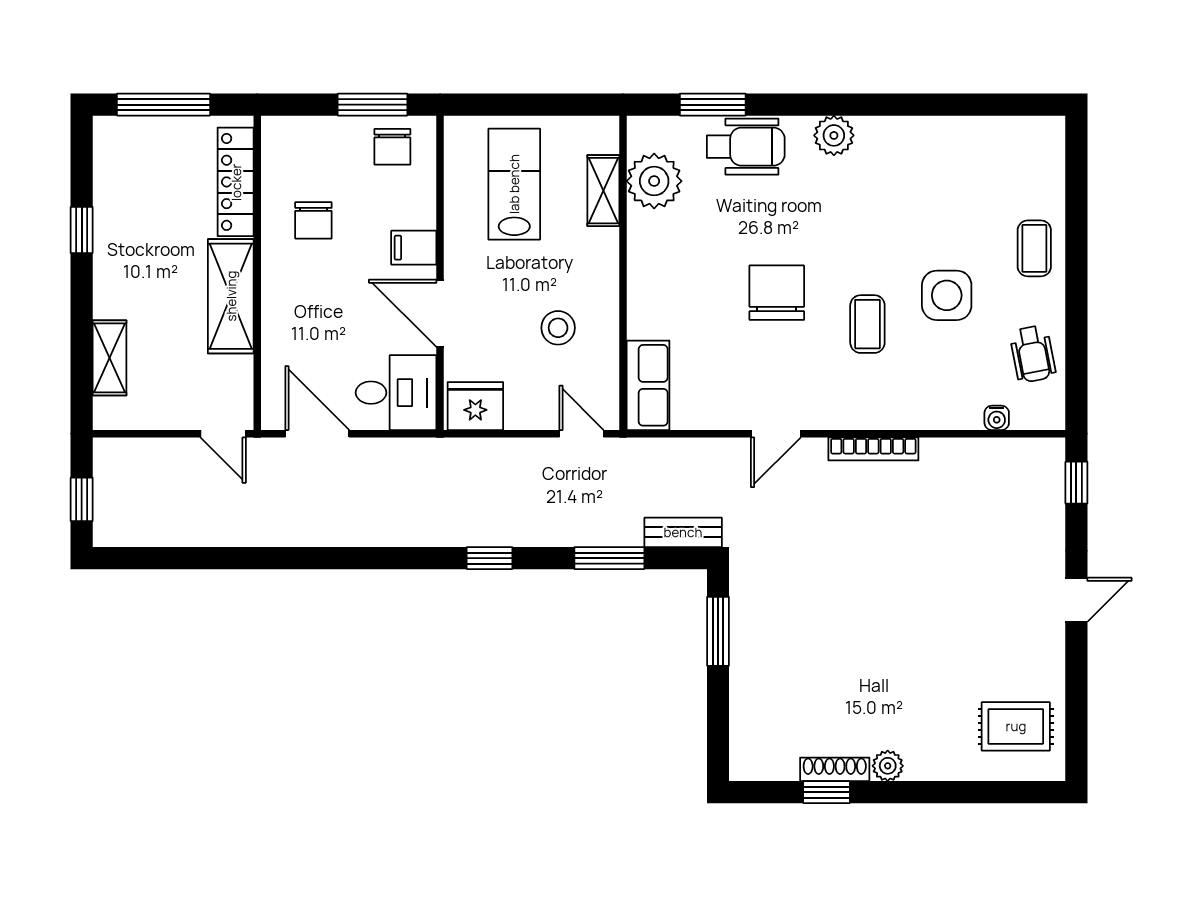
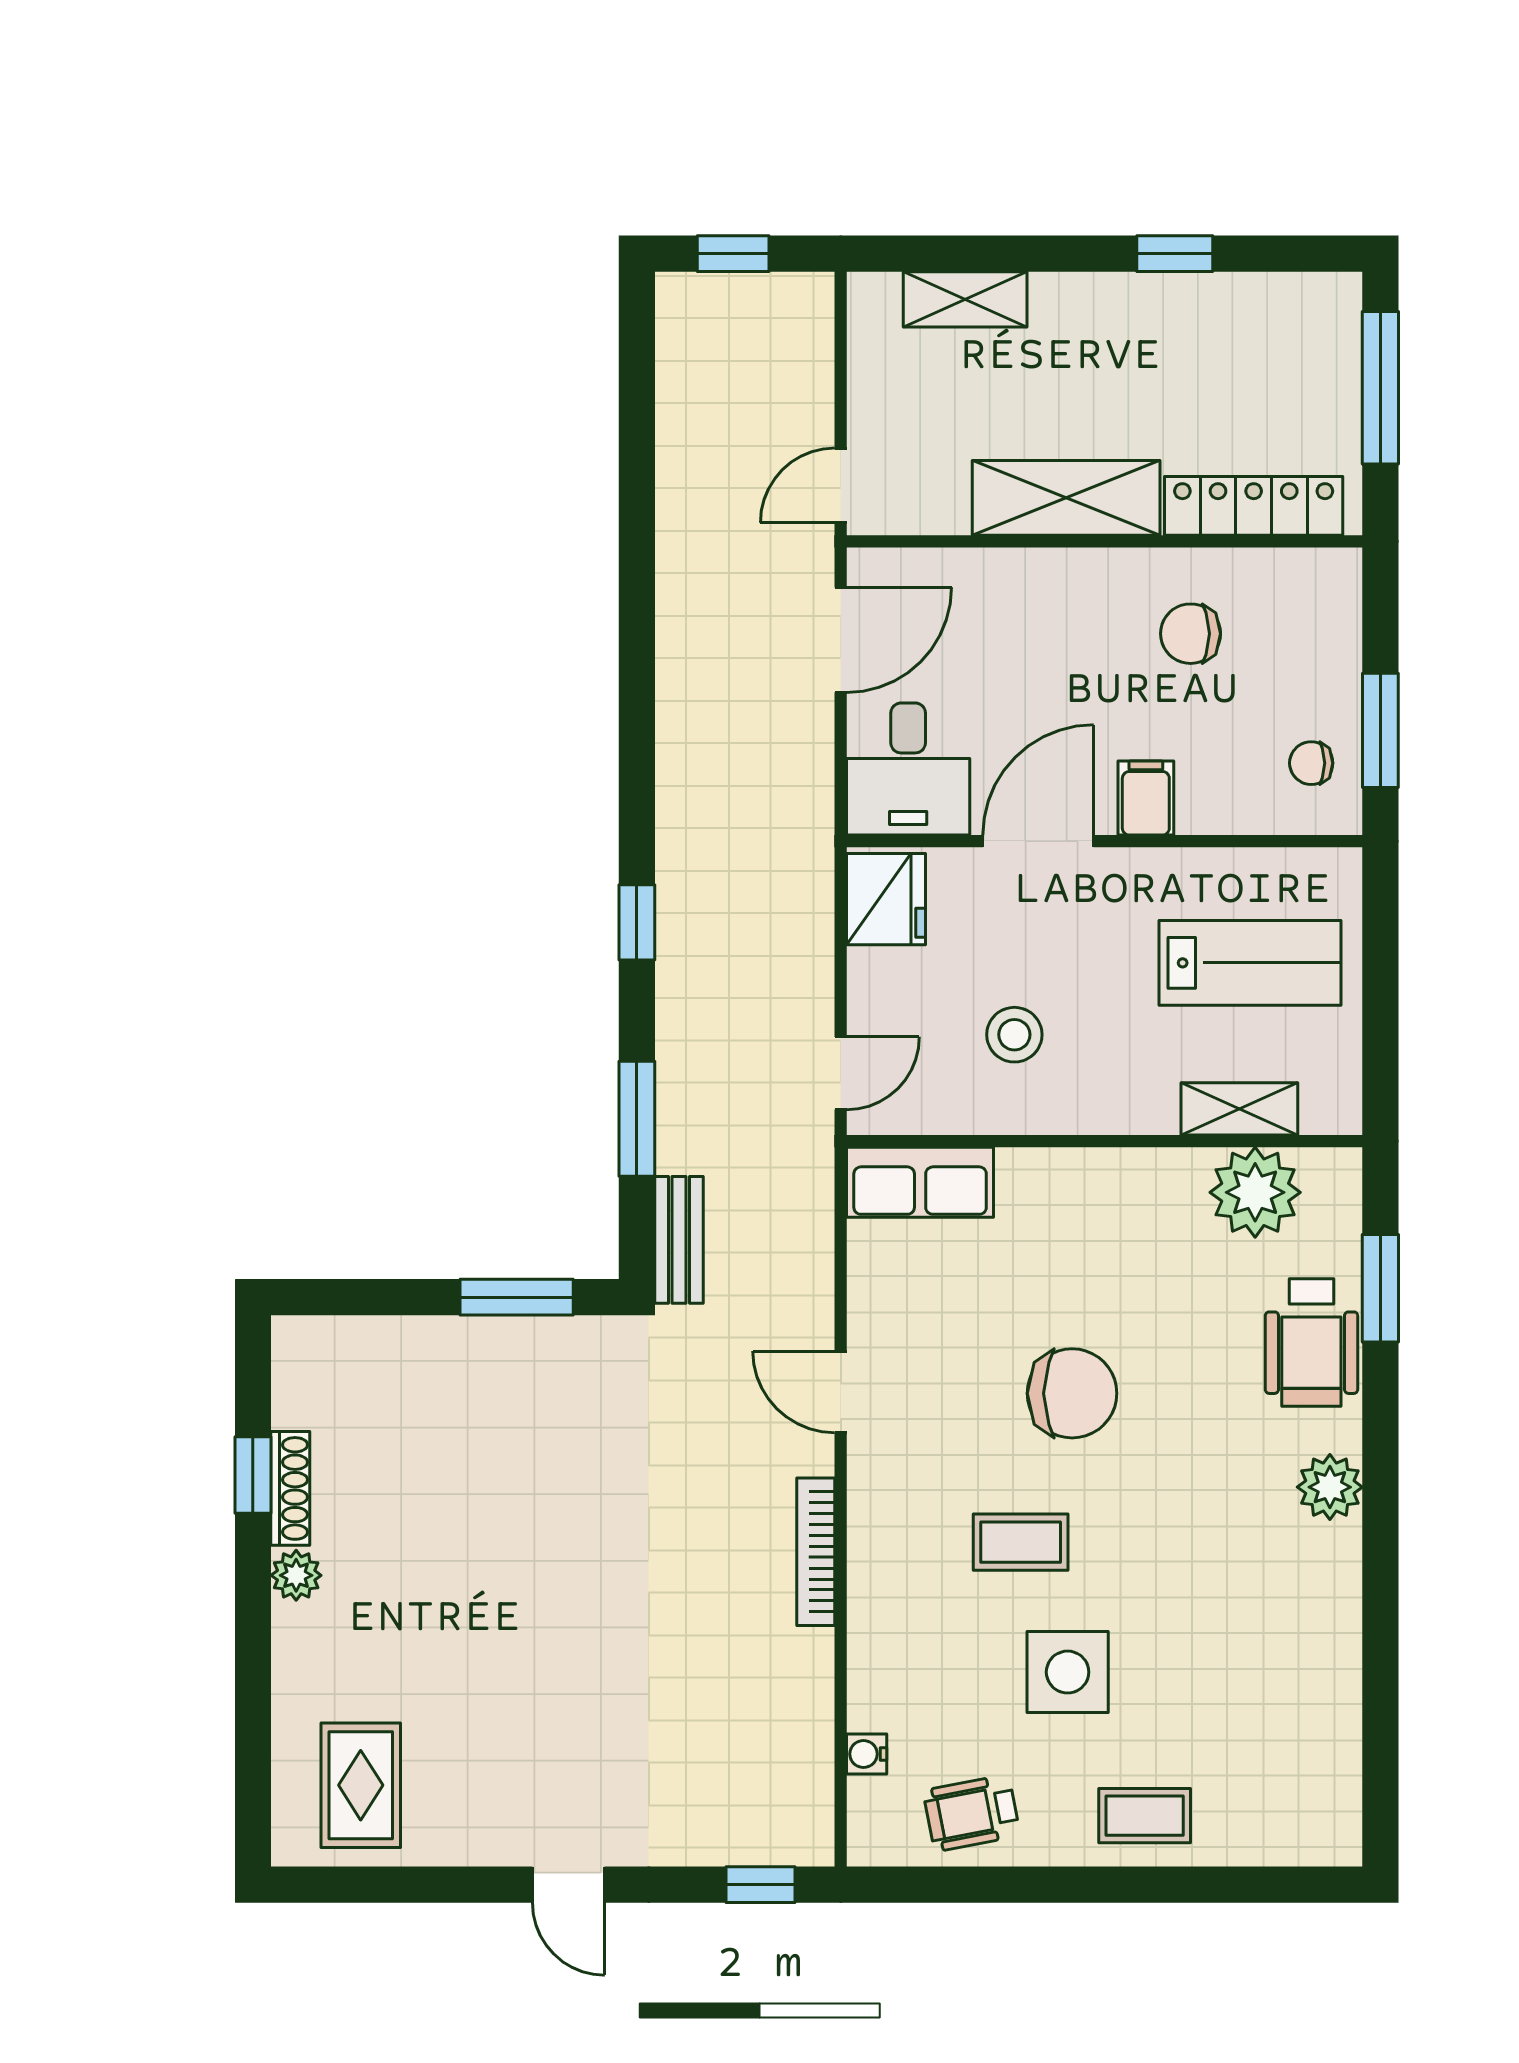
chair: (392, 147) -> (1311, 763), width x0.73, depth x0.73

